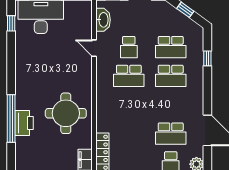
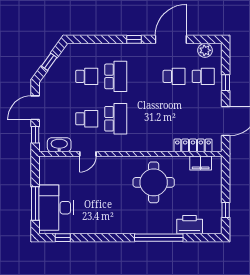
school desk: (171, 47) -> (87, 76), width x0.54
window: (207, 58) -> (134, 39), moved
printer: (24, 123) -> (190, 225), moved
school desk: (171, 134) -> (174, 76), width x0.54

